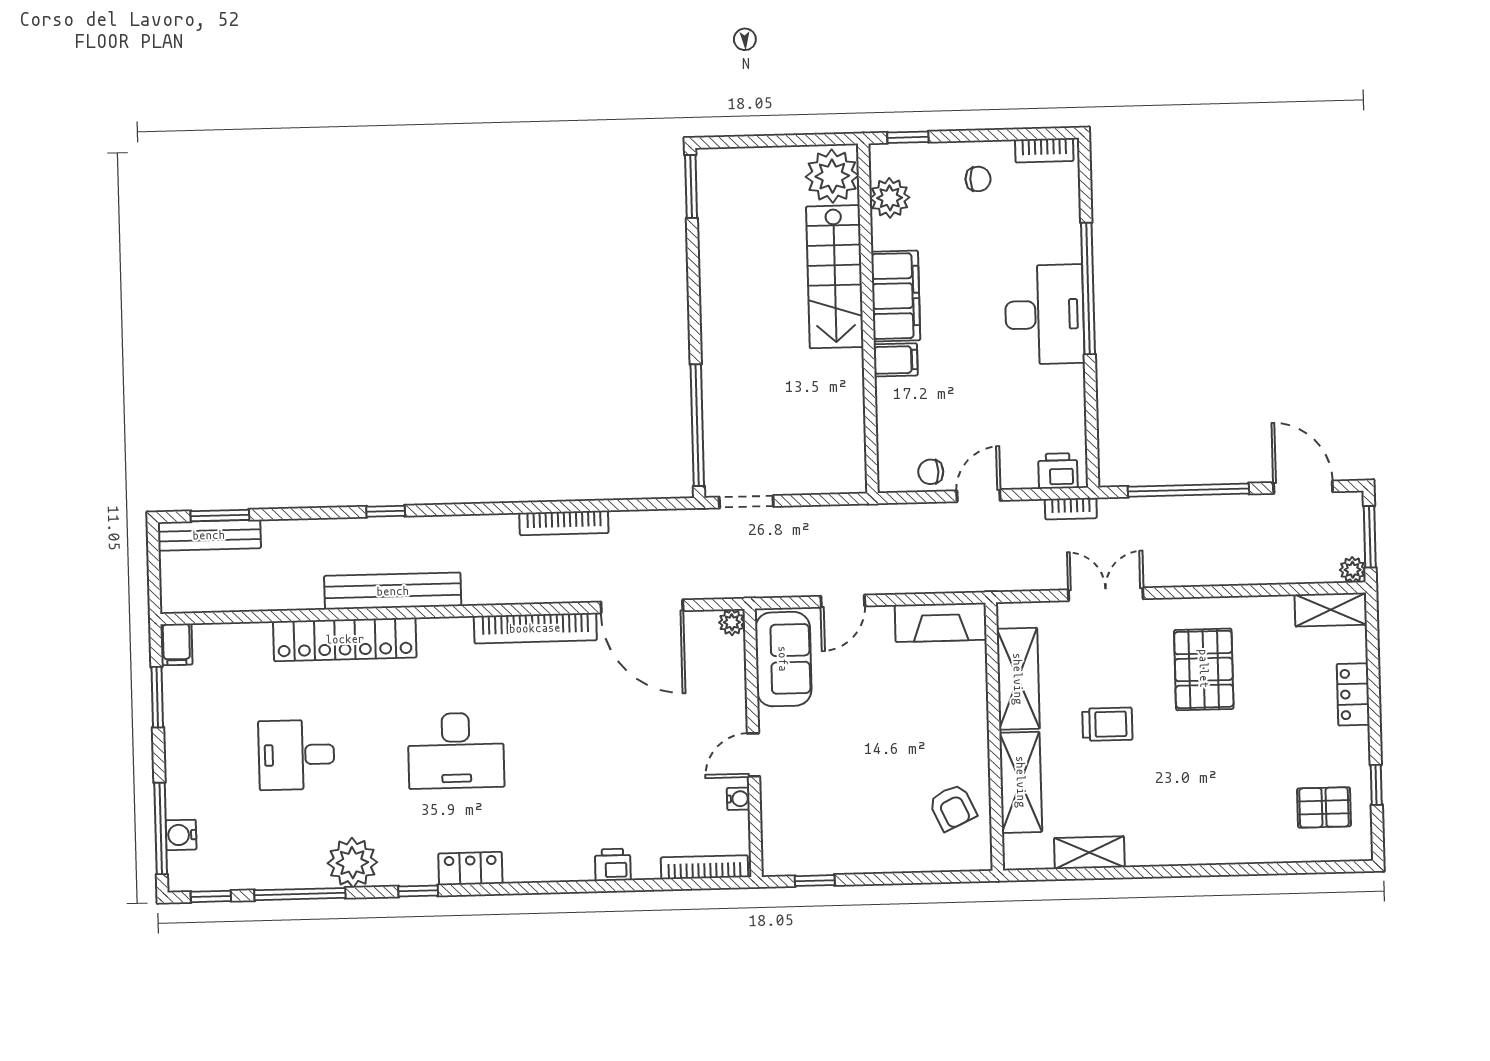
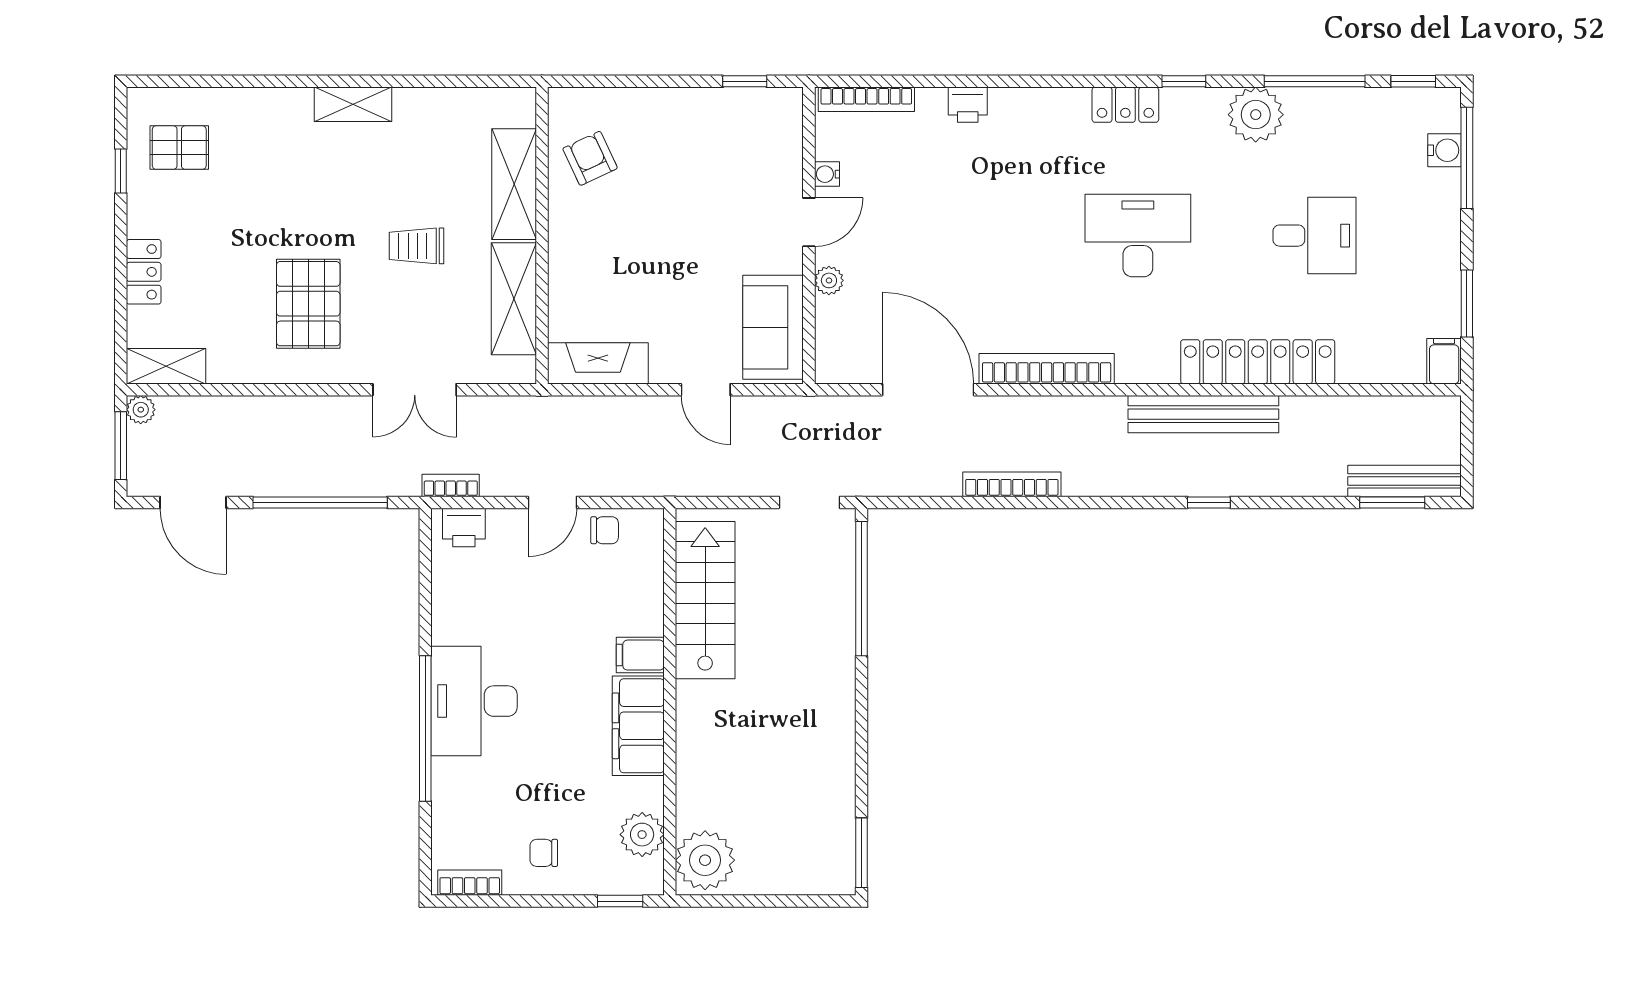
stairs: (835, 277) -> (705, 600), moved
door: (843, 601) -> (706, 390), swing flipped
plant: (732, 622) -> (829, 280), moved
shelving: (1089, 853) -> (353, 104), moved

